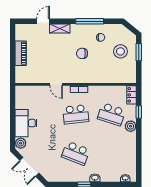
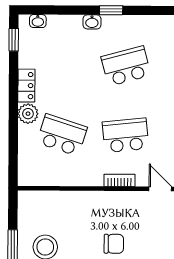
locker: (132, 95) -> (26, 86), moved
window: (139, 112) -> (14, 40), moved
school desk: (76, 153) -> (126, 66), turned -36

